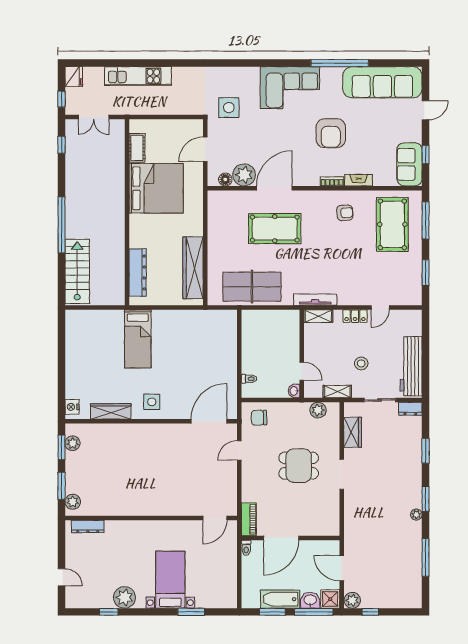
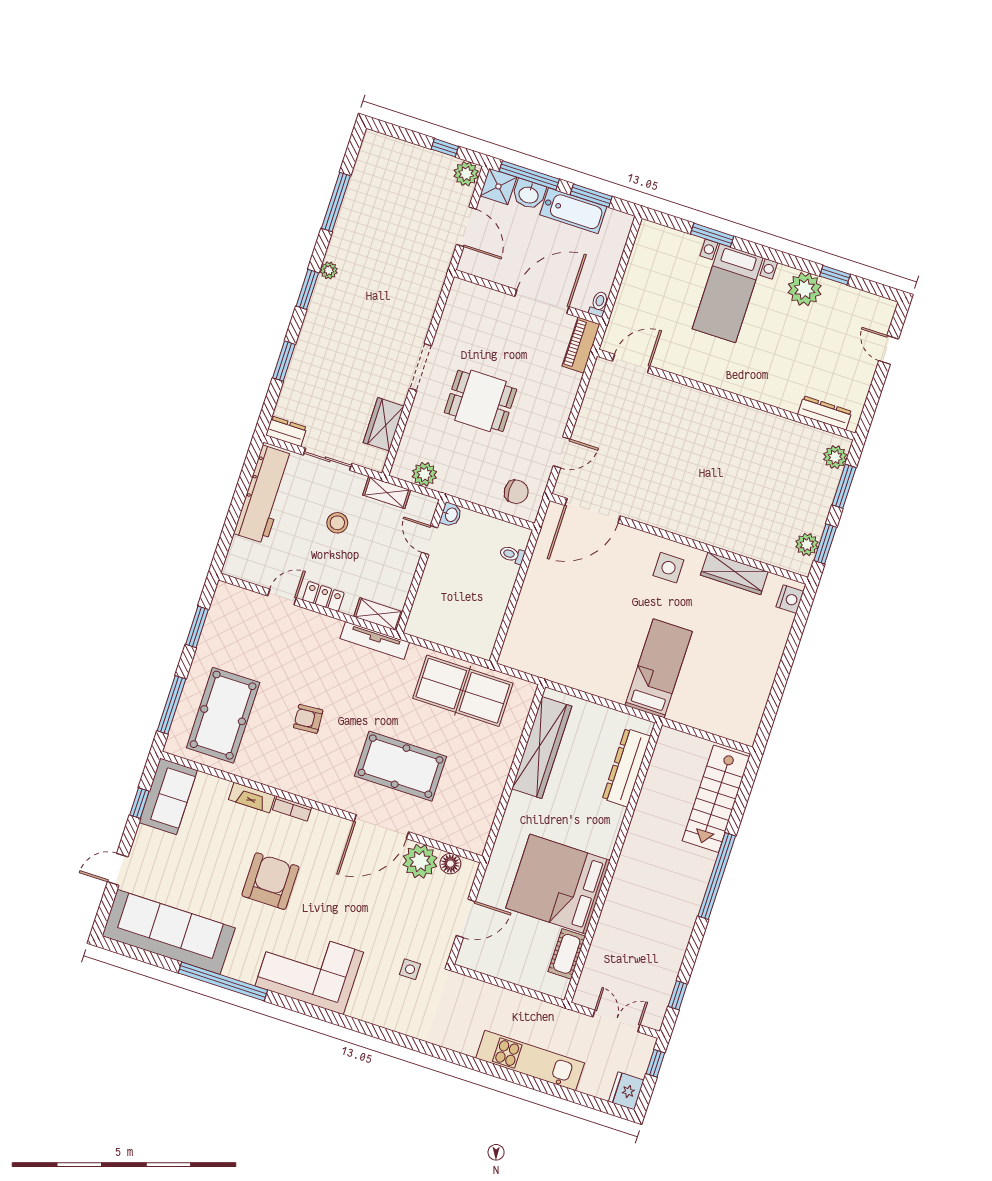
side table: (229, 108) -> (410, 969), width x0.54, depth x0.54
armchair: (345, 213) -> (308, 719), moved

